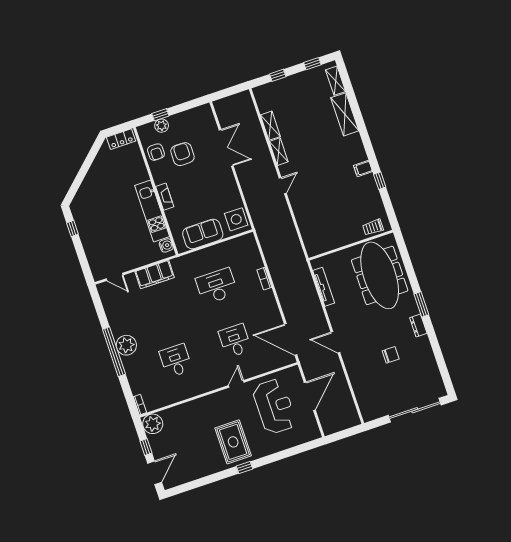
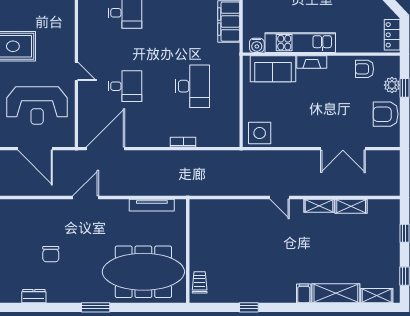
armchair: (182, 154) -> (386, 114), moved, turned 180
filing cabinet: (363, 168) -> (304, 293), moved
sofa: (203, 234) -> (273, 69), moved, turned 90
dresser: (418, 326) -> (34, 296), moved

